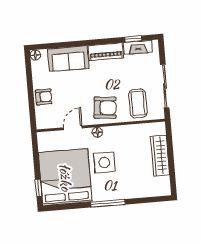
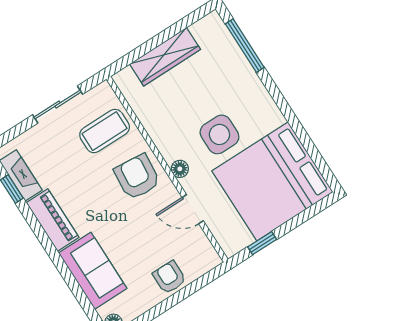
sliding door: (165, 86) -> (58, 105), width x0.73
window: (39, 188) -> (262, 243), moved
window: (108, 203) -> (245, 46), moved

